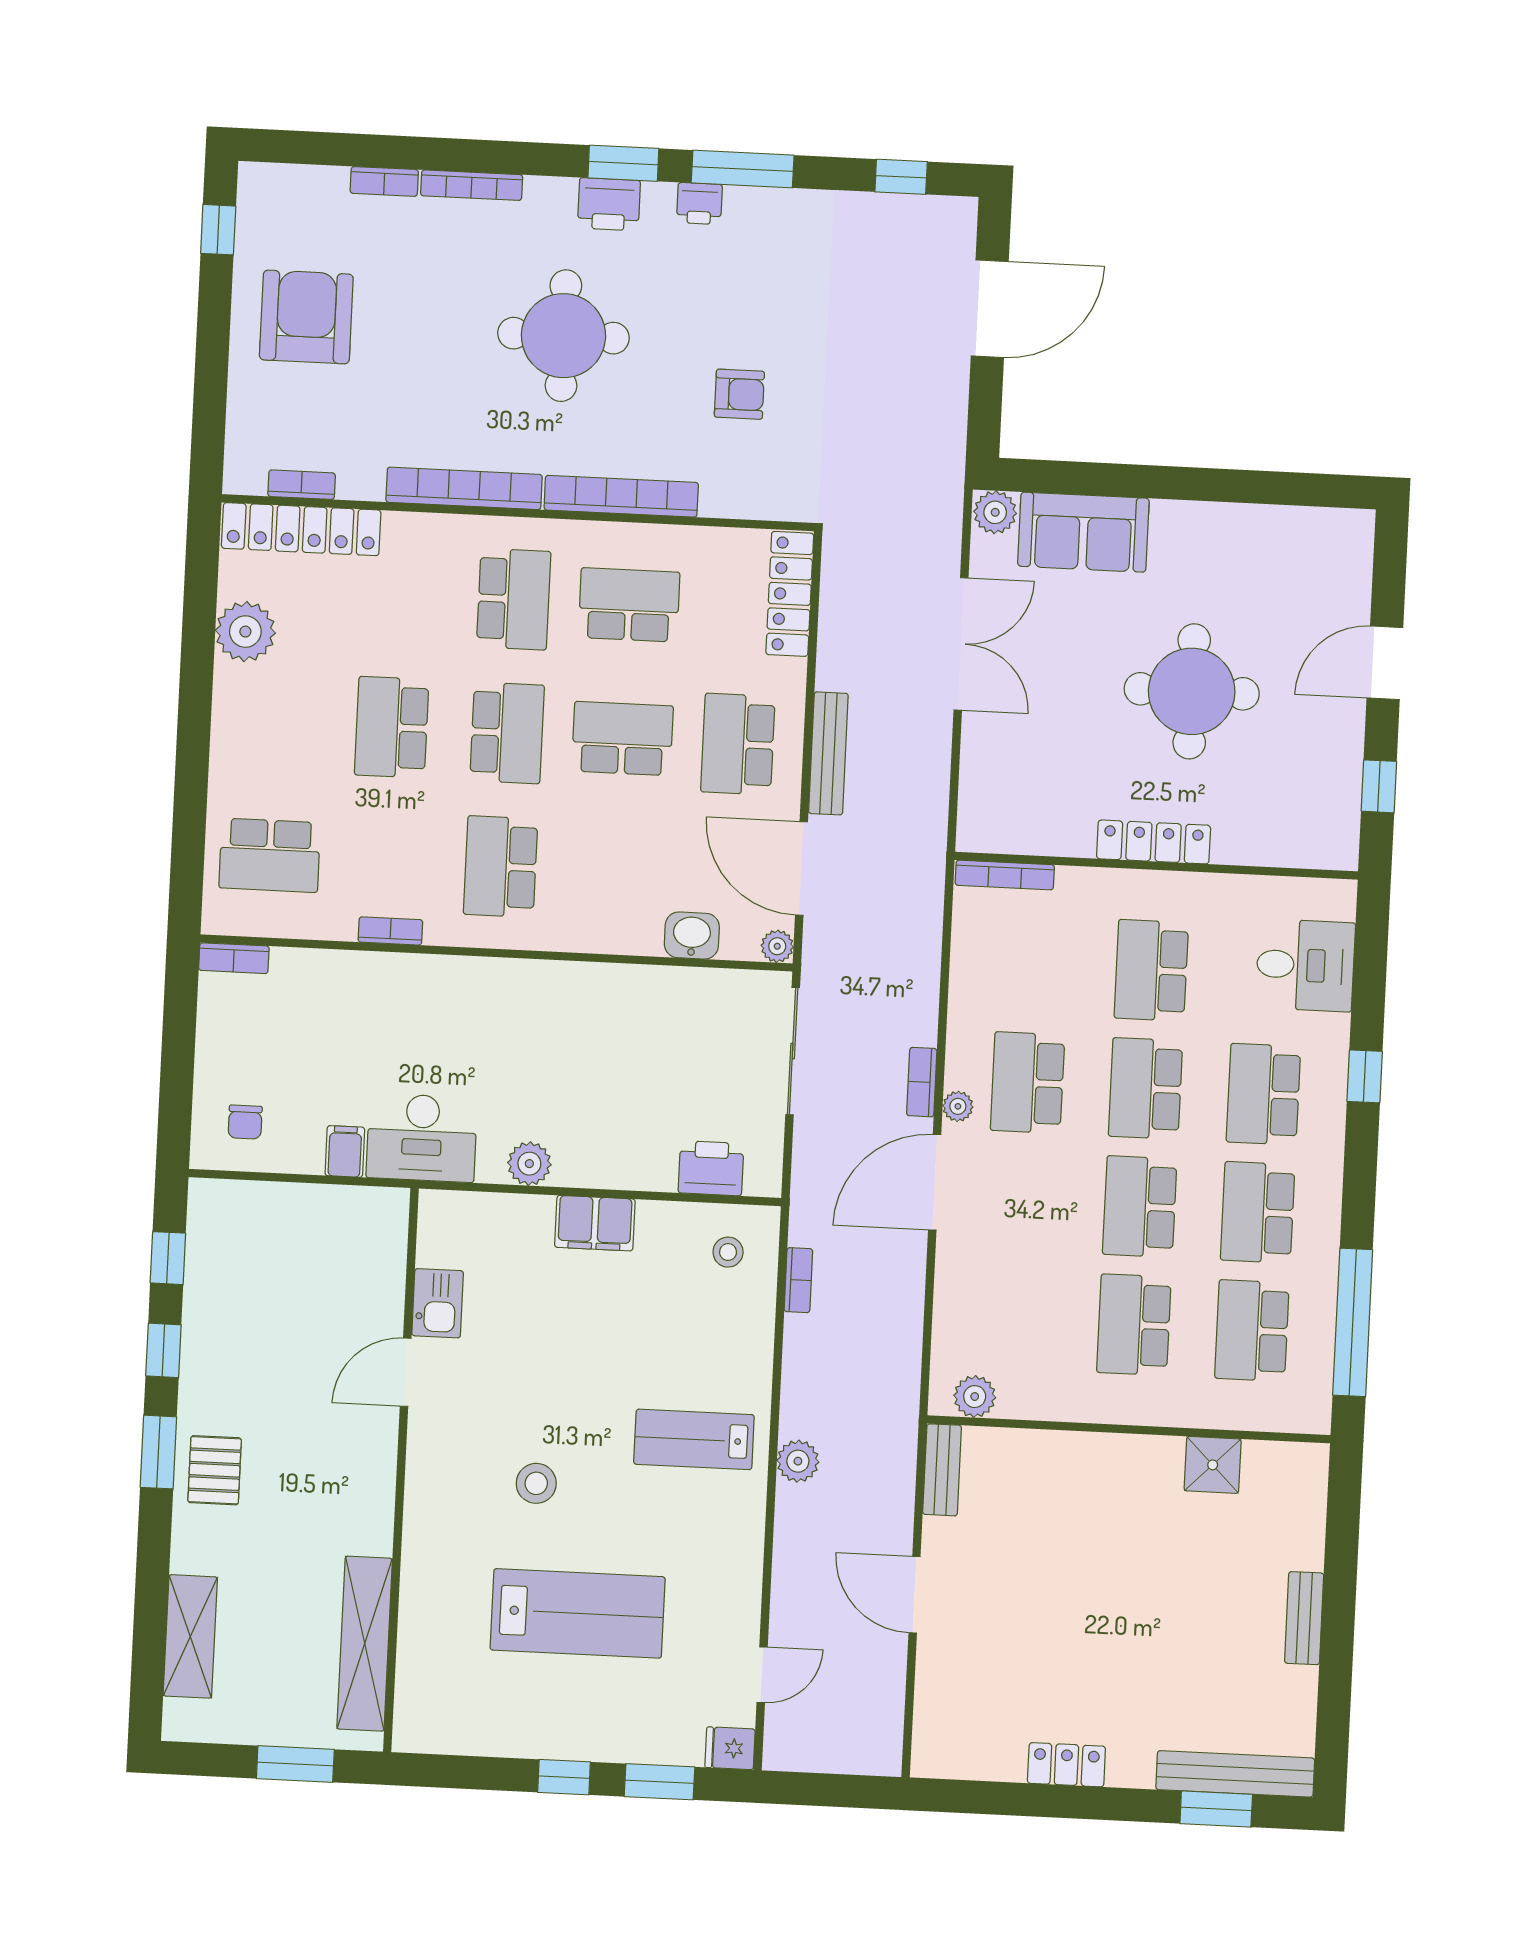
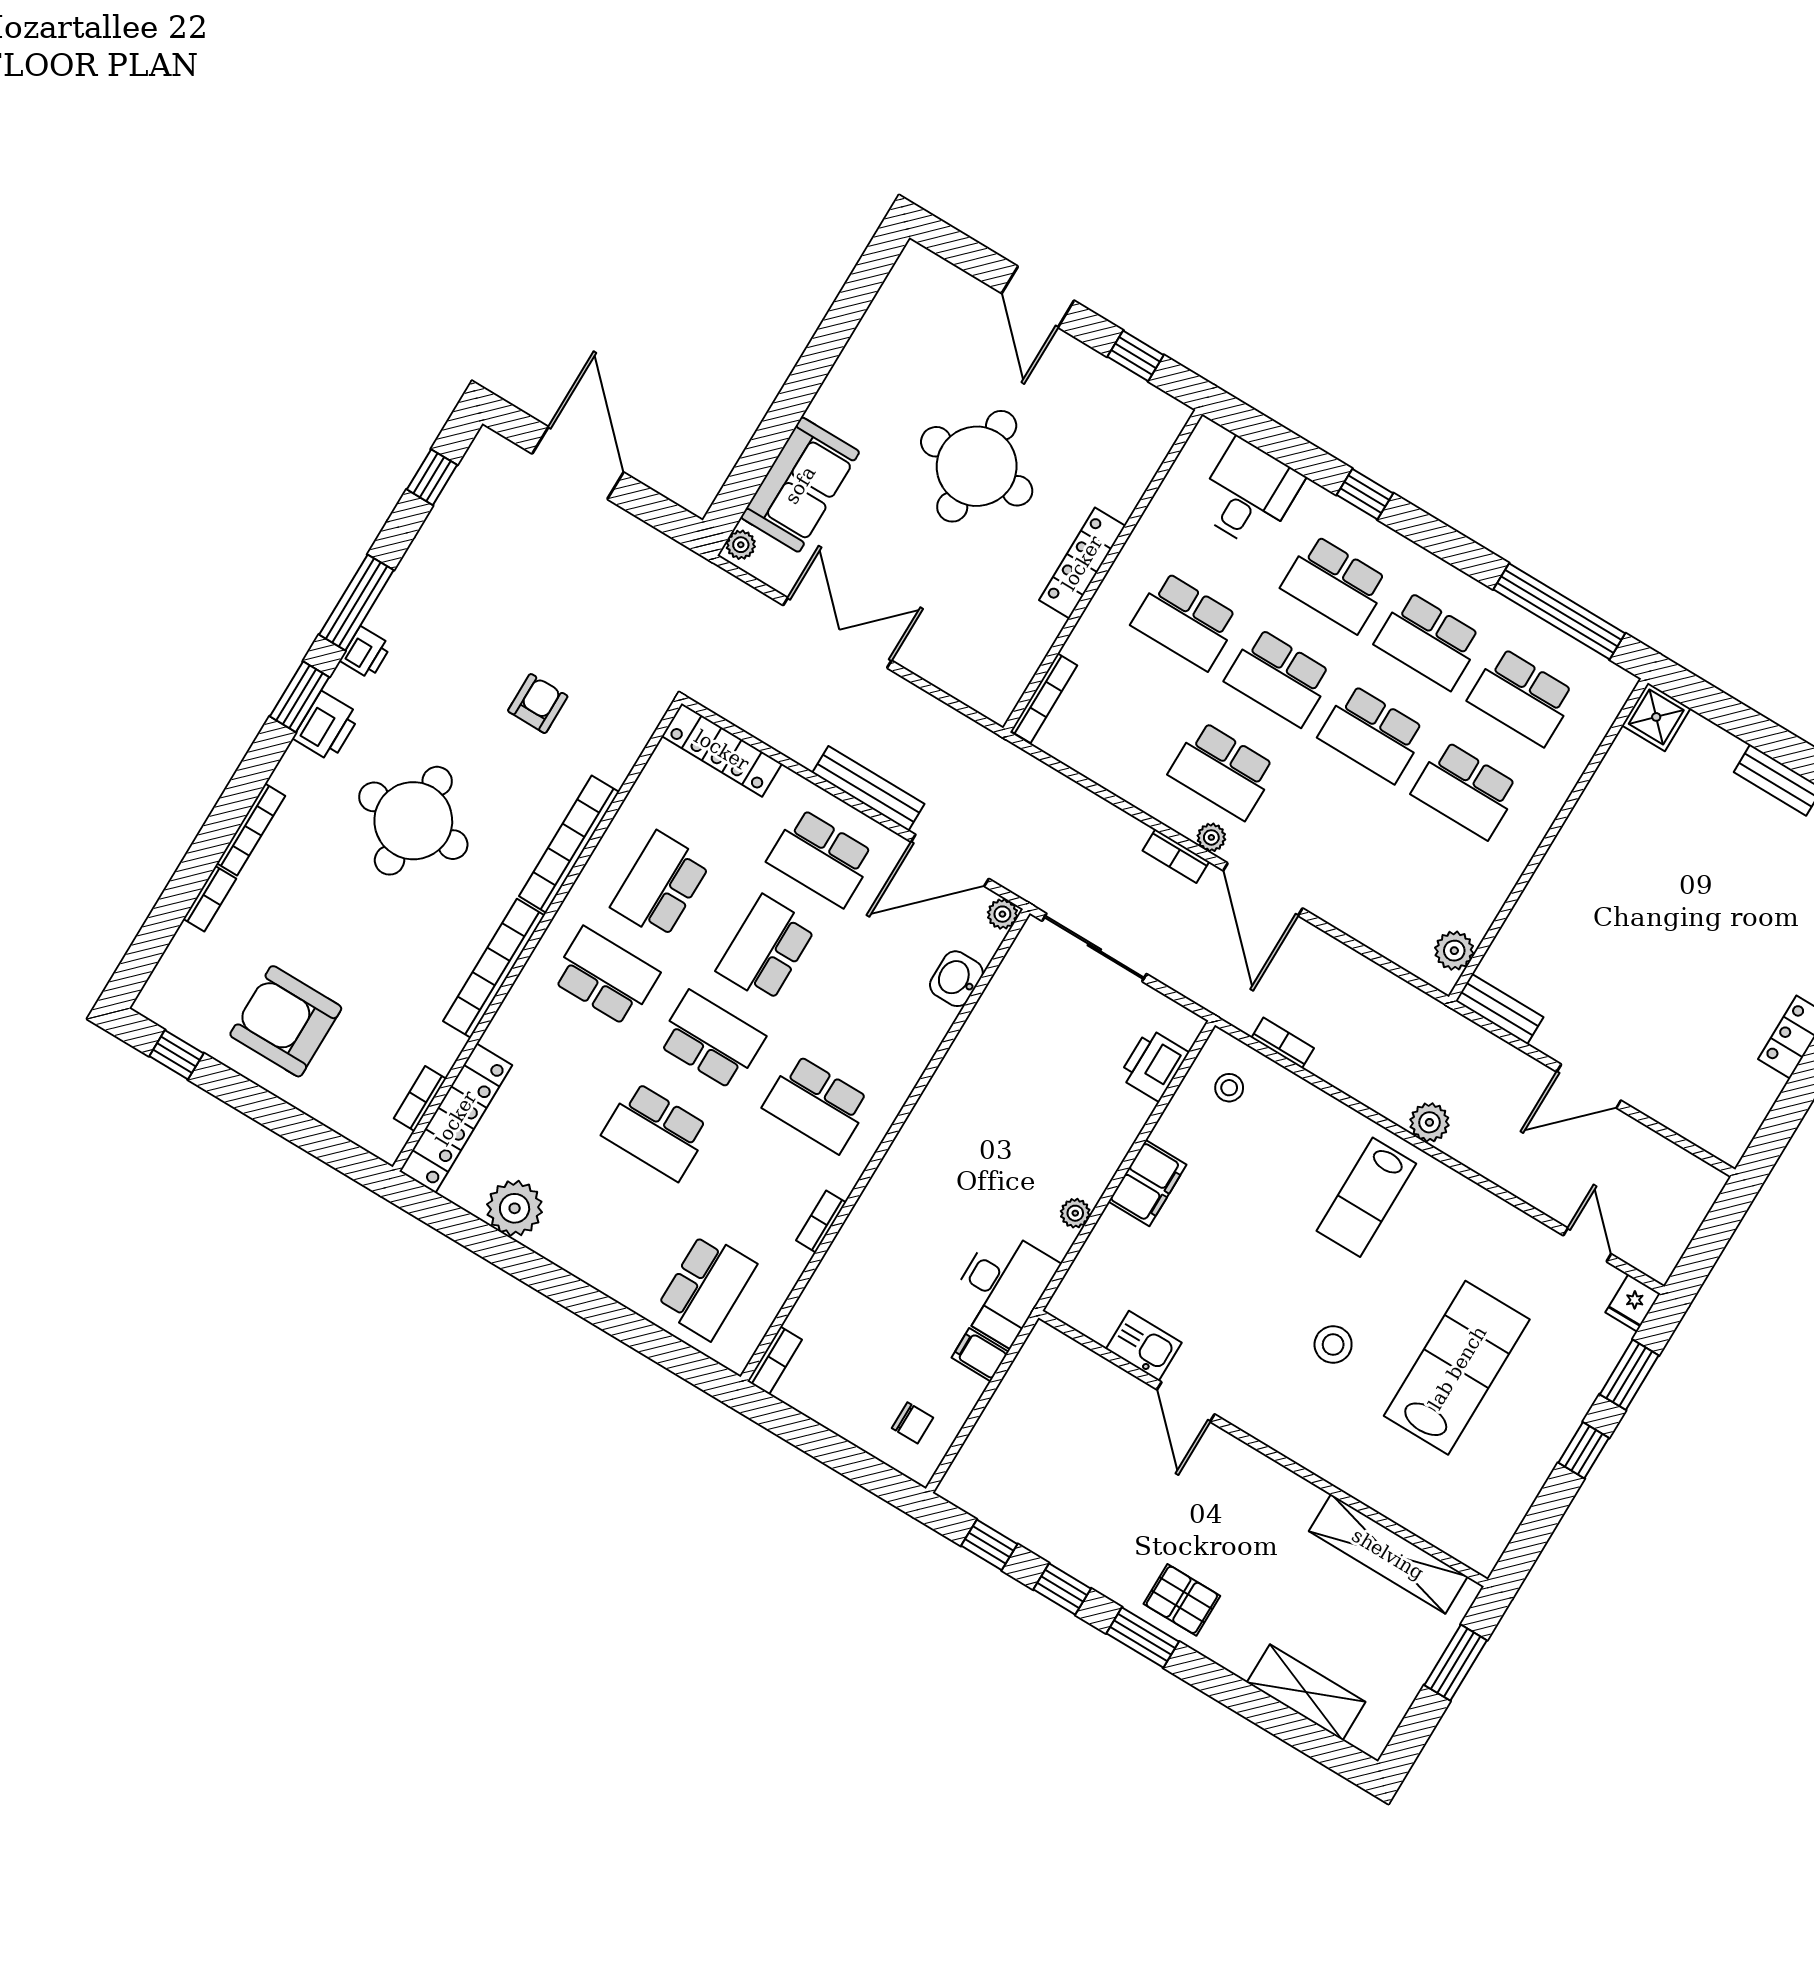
plant: (995, 512) -> (741, 545), width x0.73, depth x0.73
plant: (529, 1164) -> (1075, 1213), width x0.73, depth x0.73
shower: (1213, 1465) -> (1656, 717), moved

